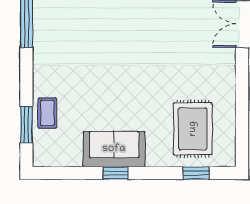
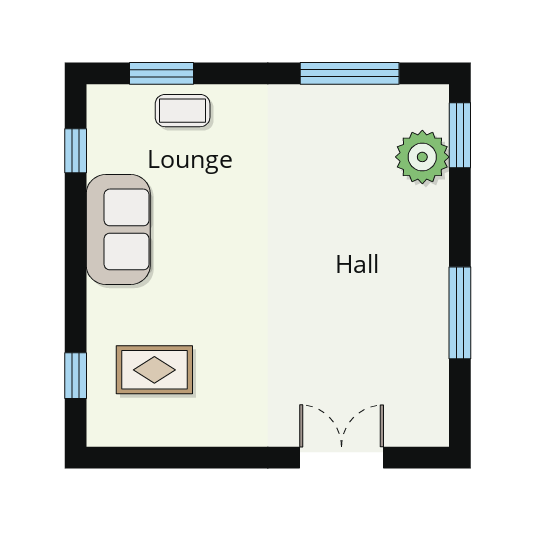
rug: (193, 129) -> (154, 370), width x0.73, depth x0.70
window: (116, 173) -> (76, 151), moved

